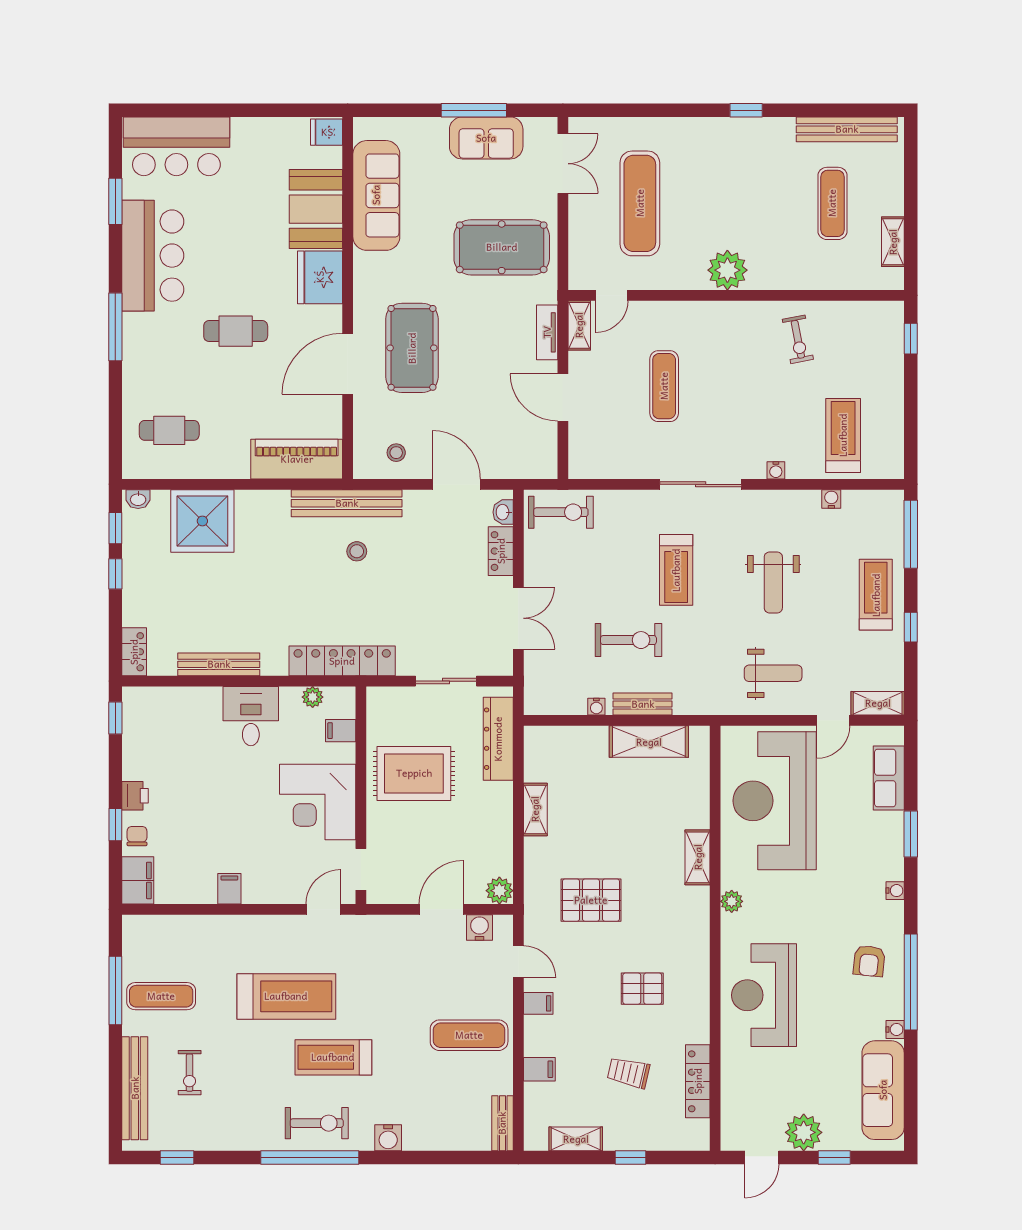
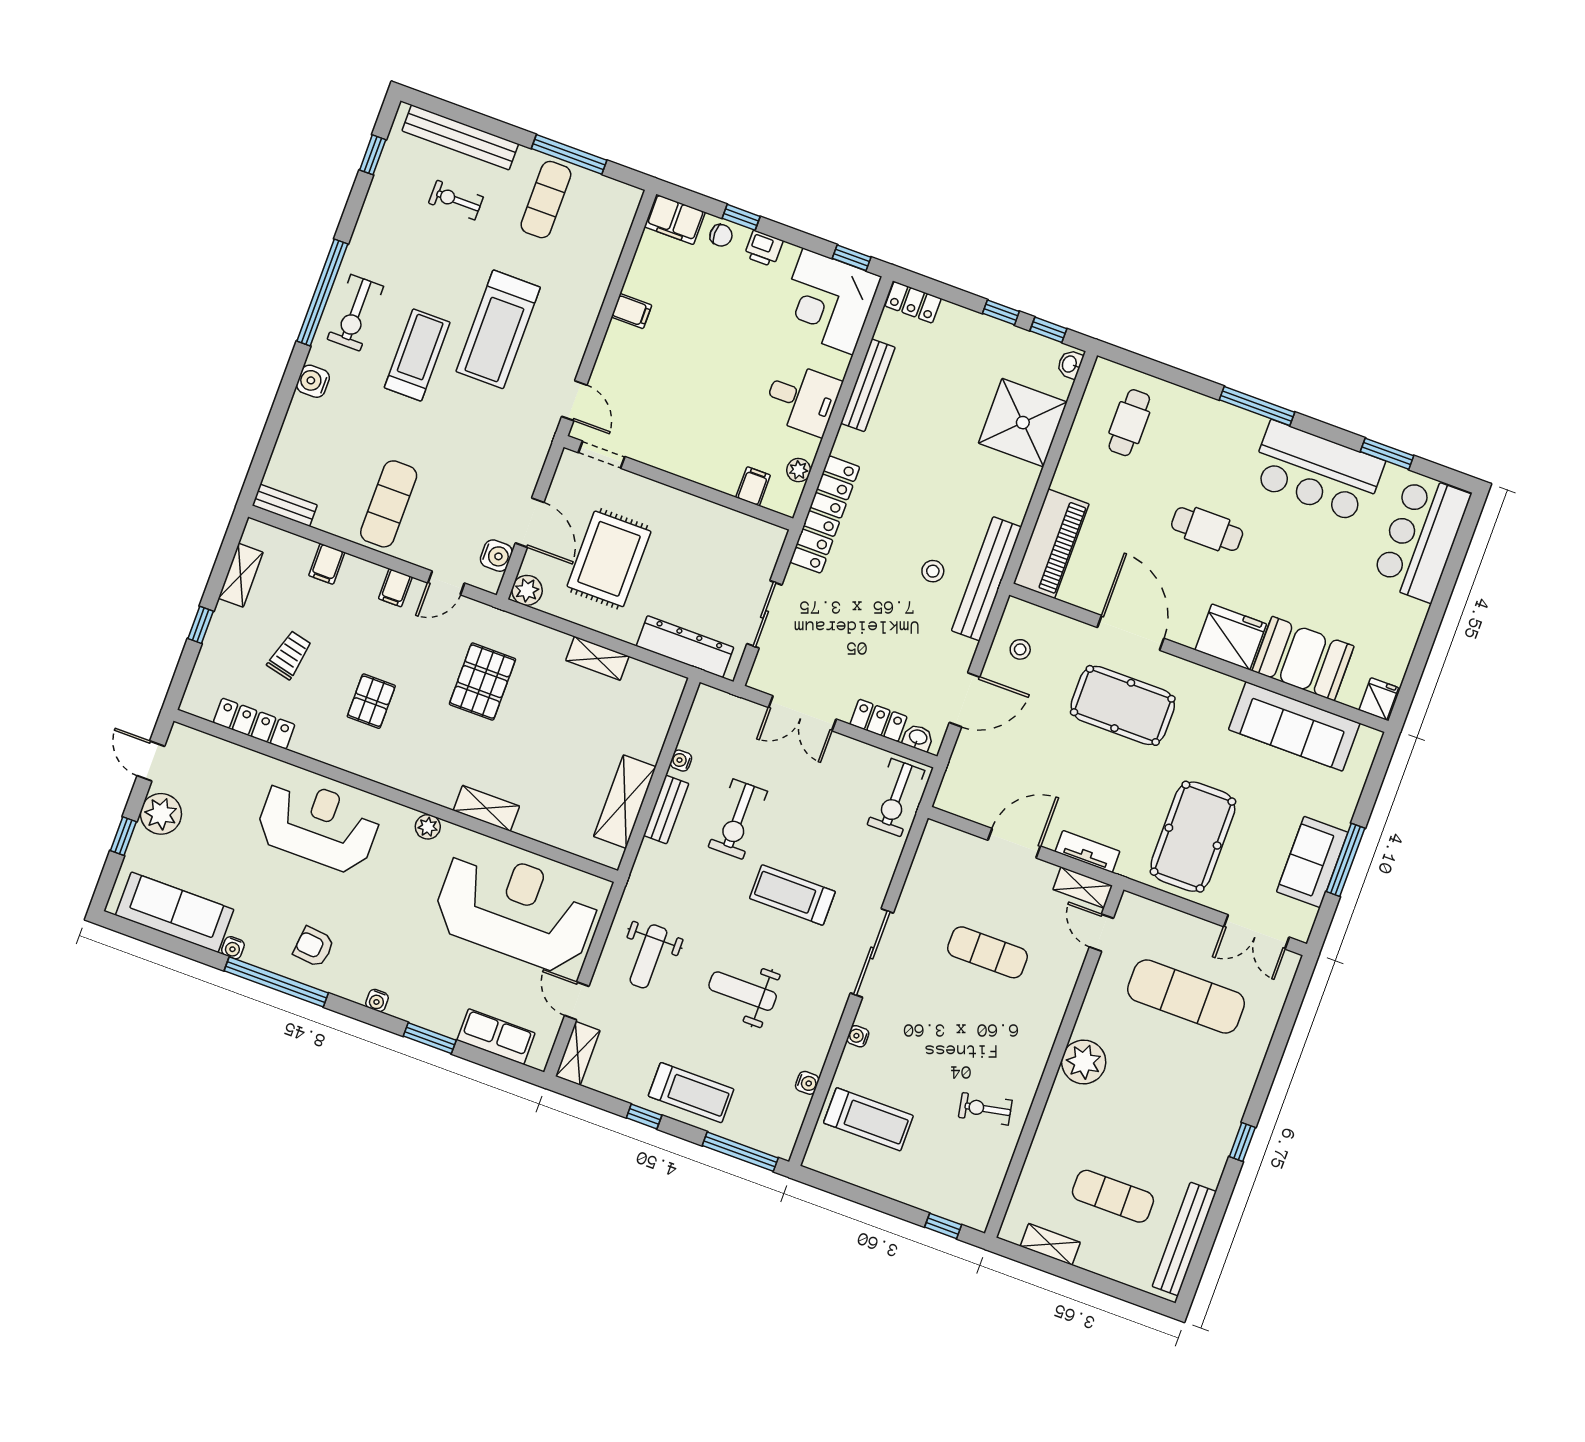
cafe table: (236, 331) -> (1207, 529), turned 90
rug: (414, 773) -> (609, 559), moved
corner desk: (318, 802) -> (828, 301), moved, turned -90

